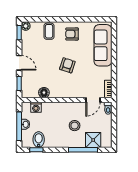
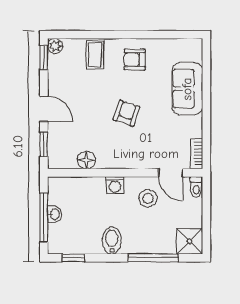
sofa: (103, 45) -> (187, 89), width x0.73
door: (93, 100) -> (170, 173), hinge flipped
washing machine: (36, 107) -> (115, 185), moved
stool: (75, 126) -> (148, 198), moved
bidet: (39, 140) -> (112, 240), moved
shower: (93, 140) -> (190, 241), moved

